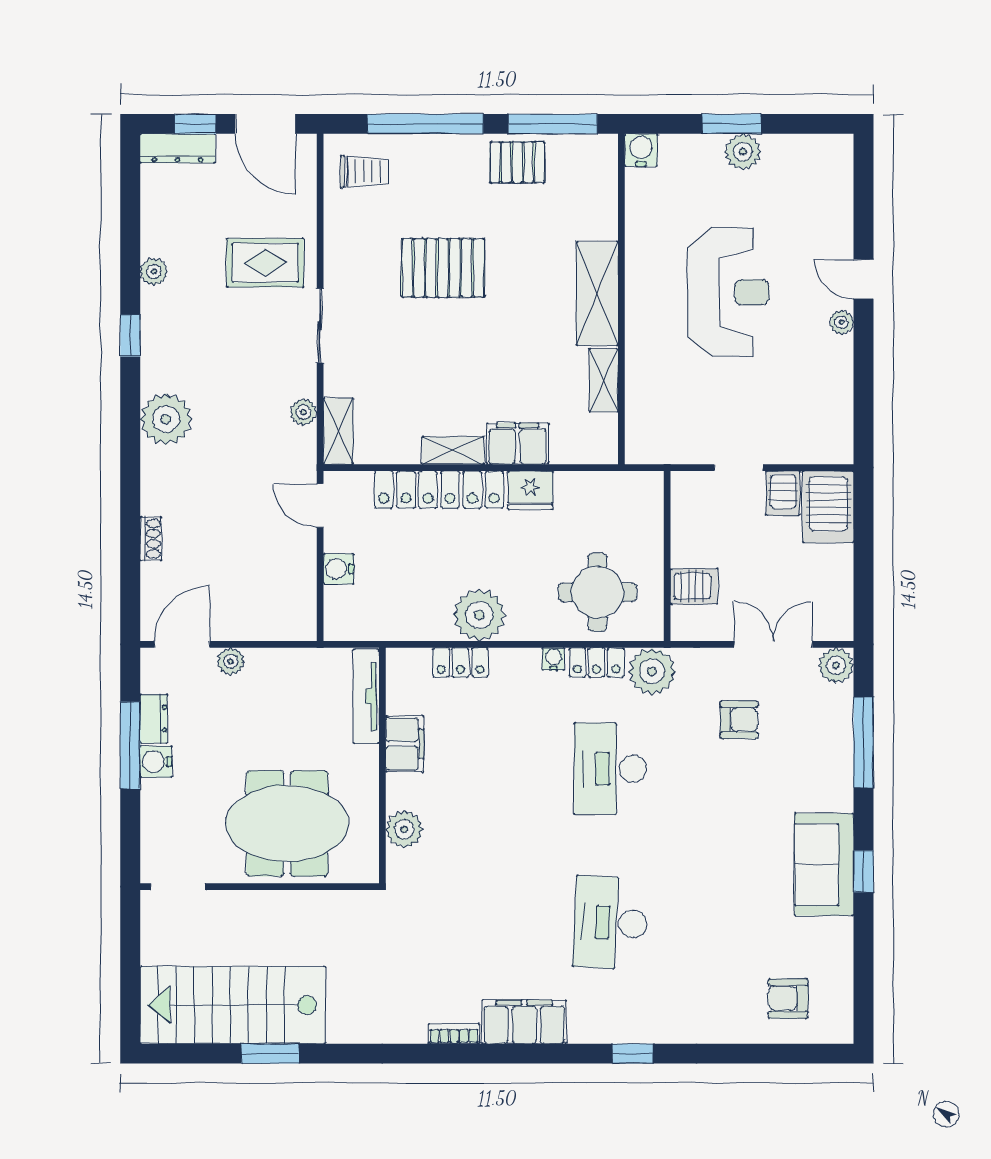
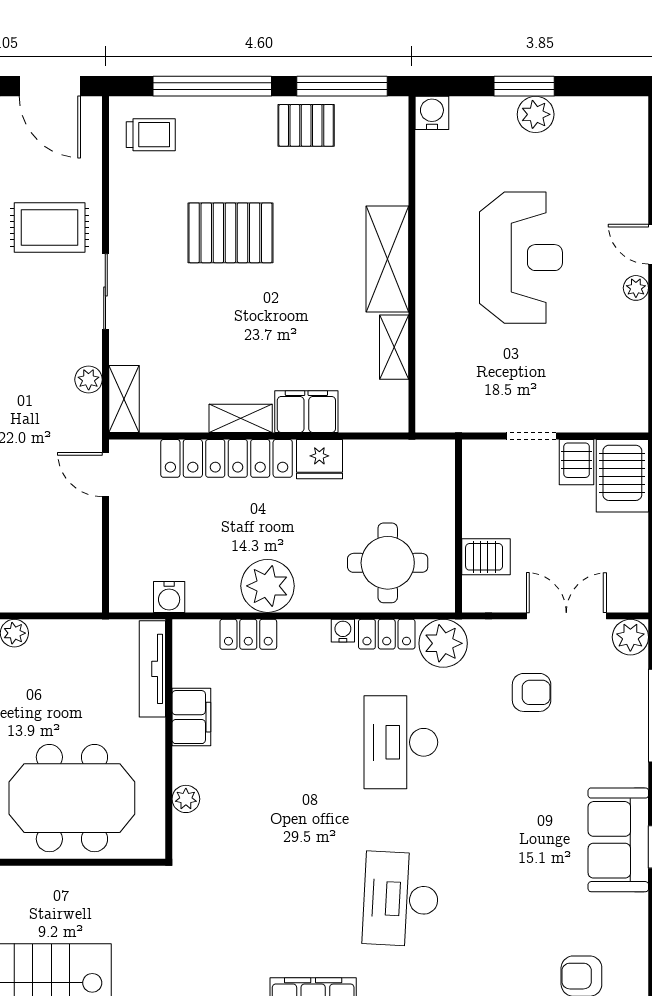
water cooler: (339, 569) -> (169, 597), moved, turned -90
plant: (404, 829) -> (186, 799), width x0.73, depth x0.73

